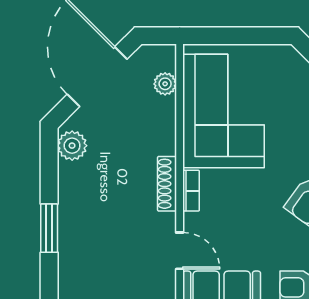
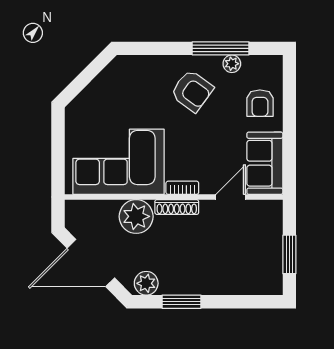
plant: (165, 84) -> (136, 216), moved, width x1.87, depth x1.87
window: (49, 228) -> (181, 302), moved

